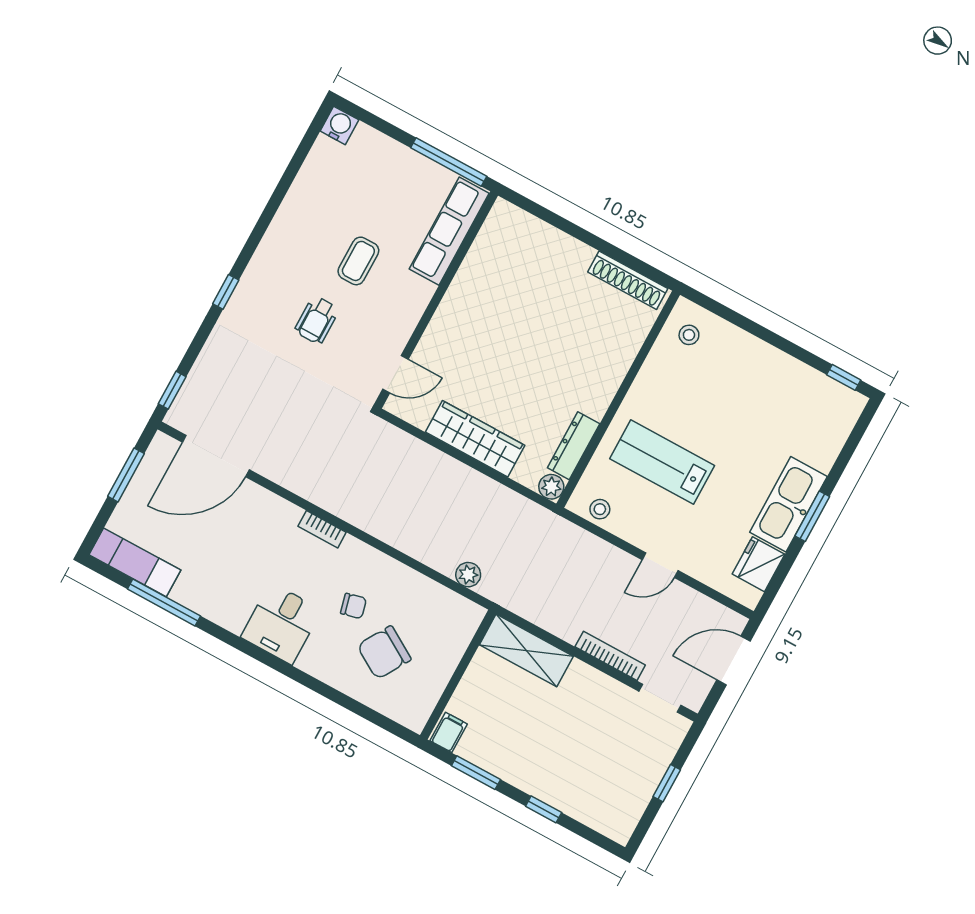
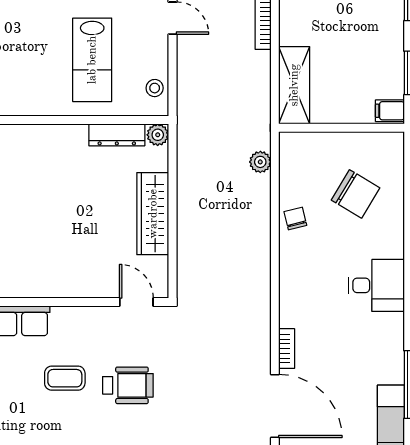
wheelchair: (317, 320) -> (128, 385), width x1.36, depth x1.37
bookcase: (322, 529) -> (287, 349), moved
chair: (353, 606) -> (295, 218), moved

